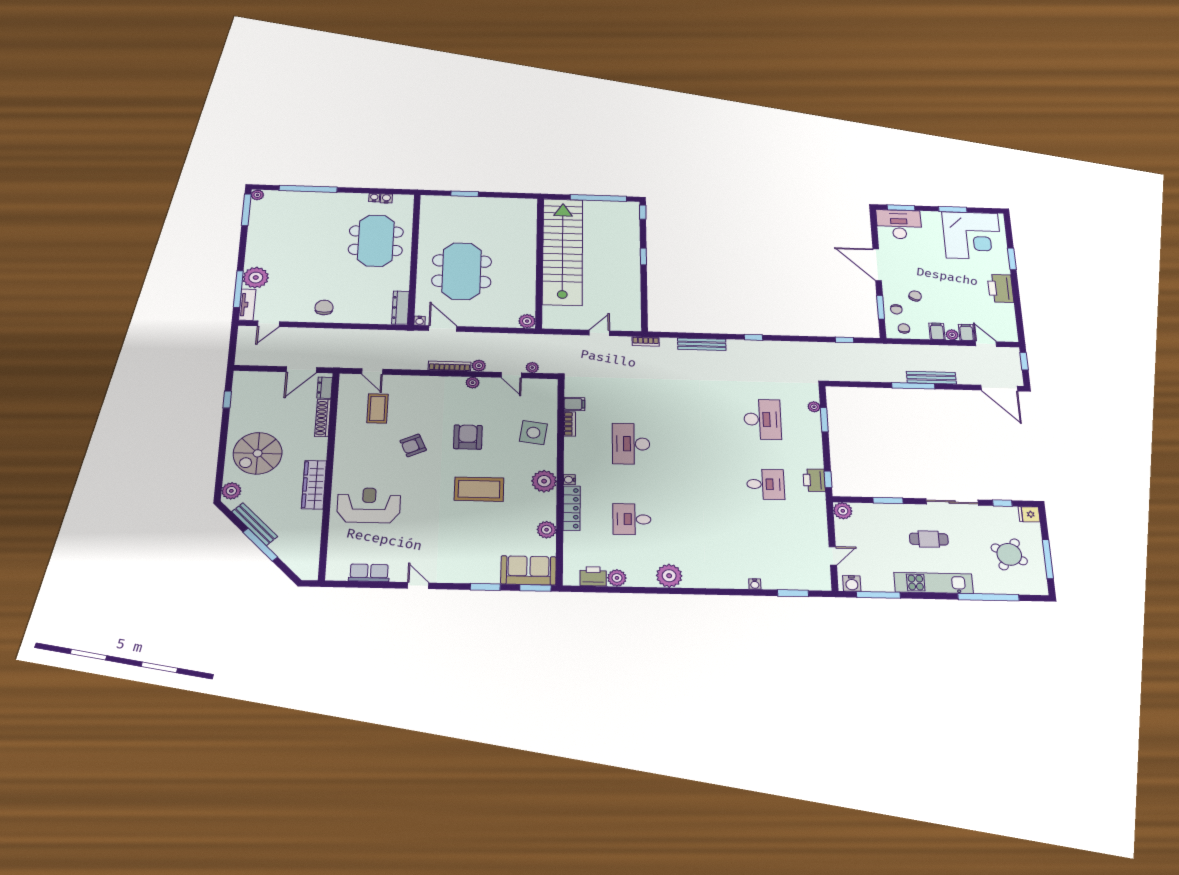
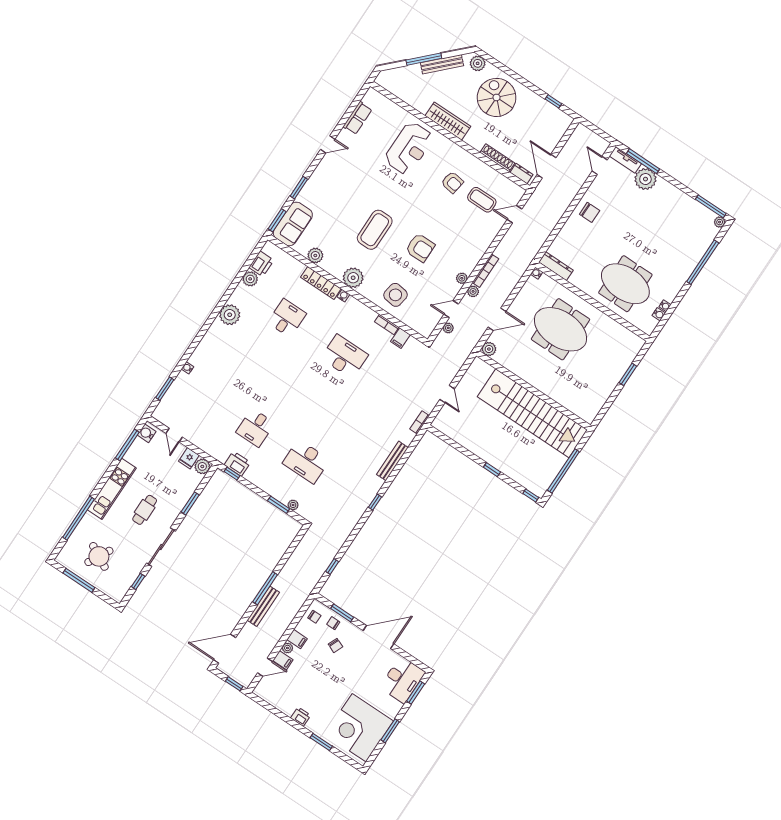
printer: (1000, 288) -> (301, 717), width x0.53, depth x0.68
door: (443, 329) -> (497, 319), moved
armchair: (413, 445) -> (452, 182), moved, turned 123
fridge: (1029, 514) -> (189, 458), moved, turned 180

